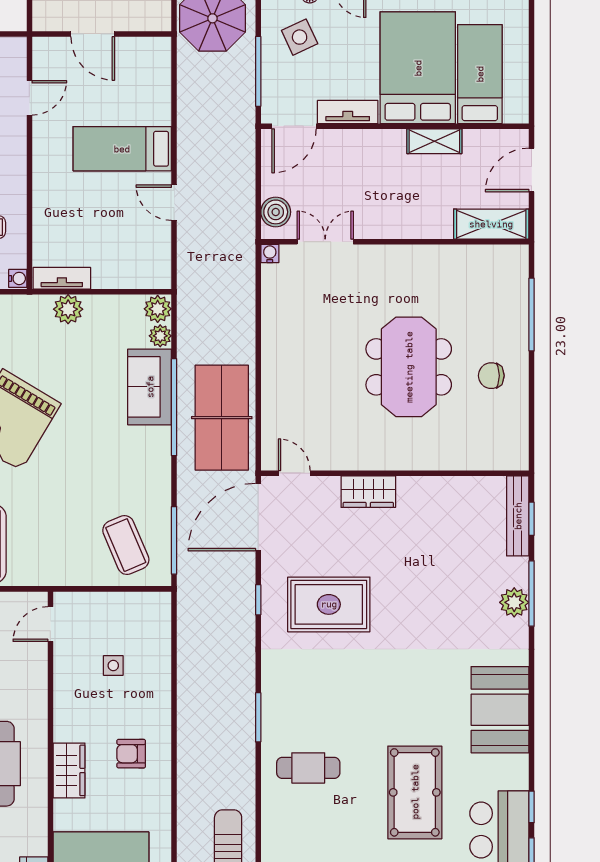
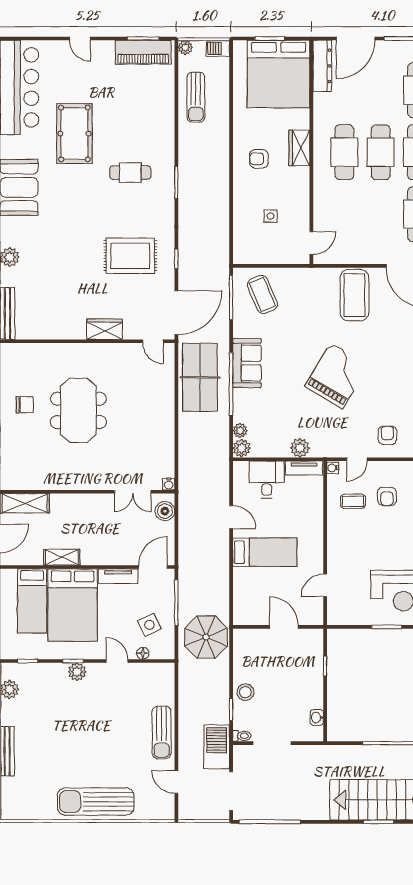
desk: (119, 261) -> (267, 480), added
sofa: (150, 387) -> (247, 363), moved
armchair: (131, 754) -> (259, 159), turned 180
cafe table: (308, 768) -> (130, 173), moved

